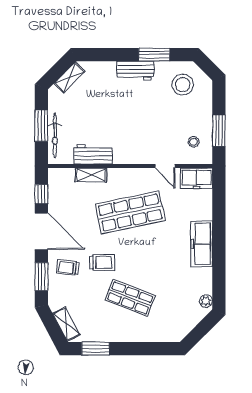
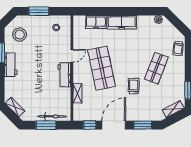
window: (219, 131) -> (39, 11), moved
workbench: (93, 154) -> (64, 75), moved
door: (165, 166) -> (72, 56), moved
freezer: (196, 178) -> (96, 22), moved, turned 90
trolley: (68, 267) -> (178, 49), moved

